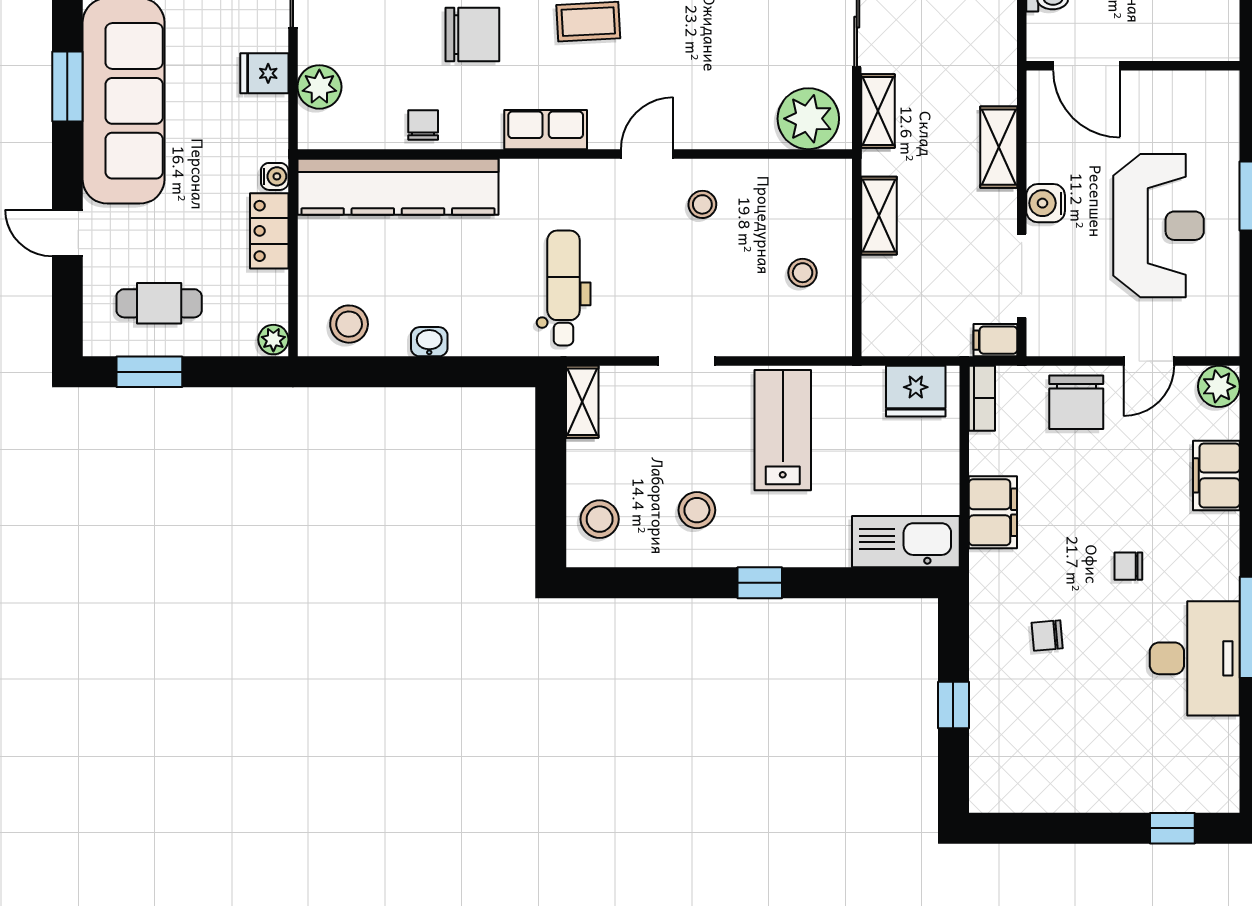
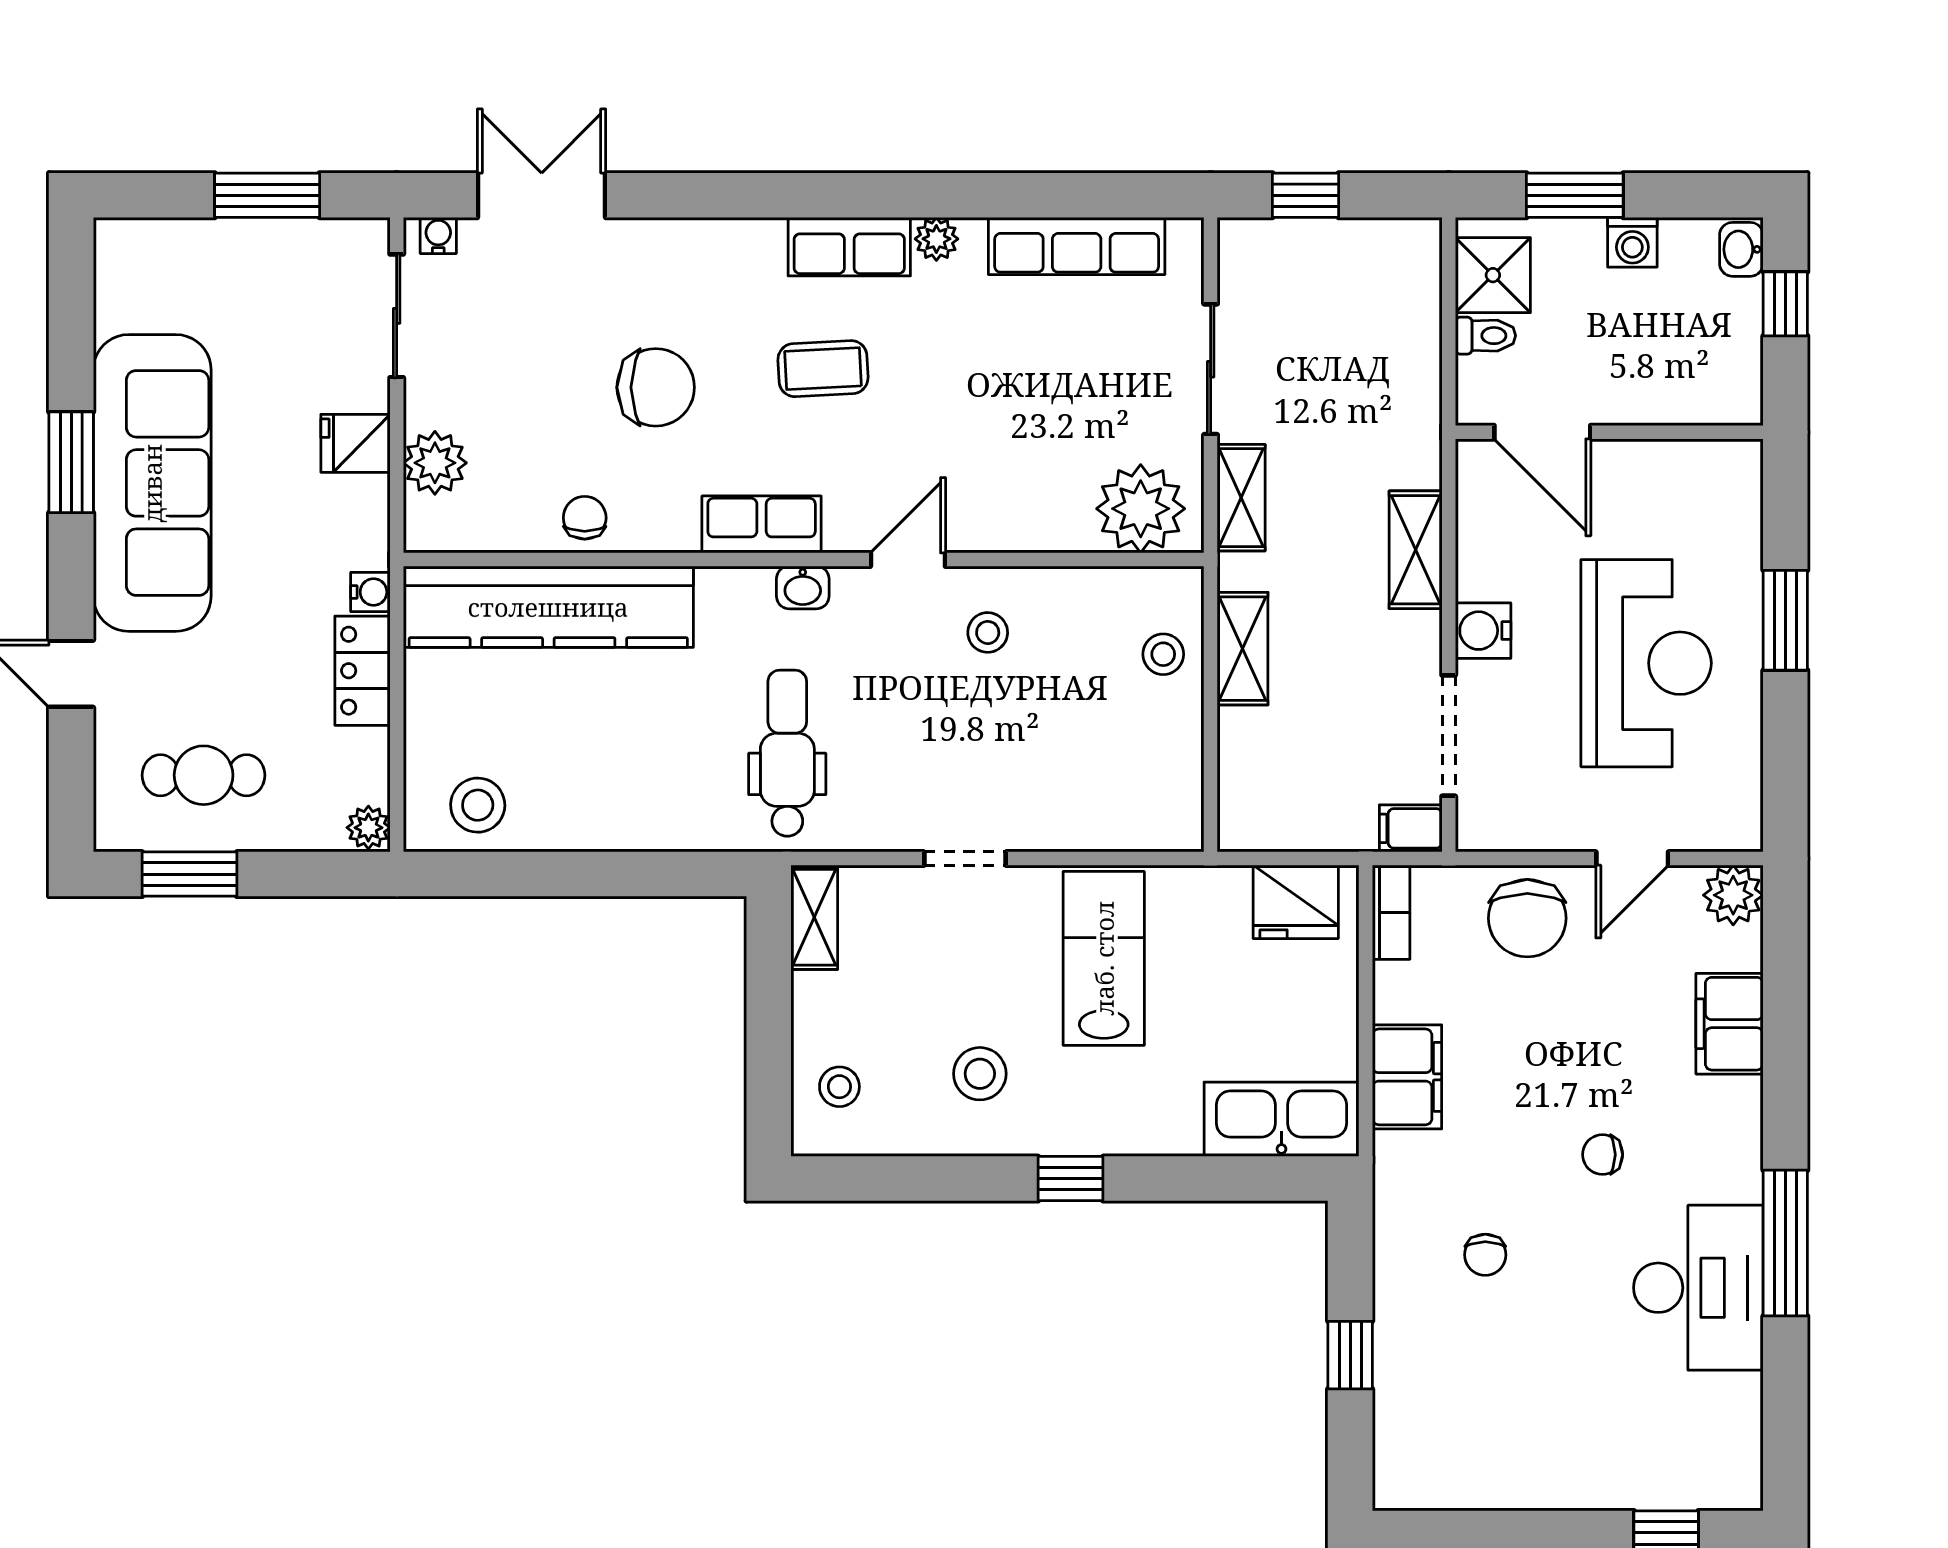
stool: (803, 273) -> (1163, 654), moved
washbasin: (429, 342) -> (803, 587), moved, turned 180
stool: (600, 519) -> (839, 1087), width x0.73, depth x0.73
chair: (1047, 636) -> (1485, 1255), turned -85

